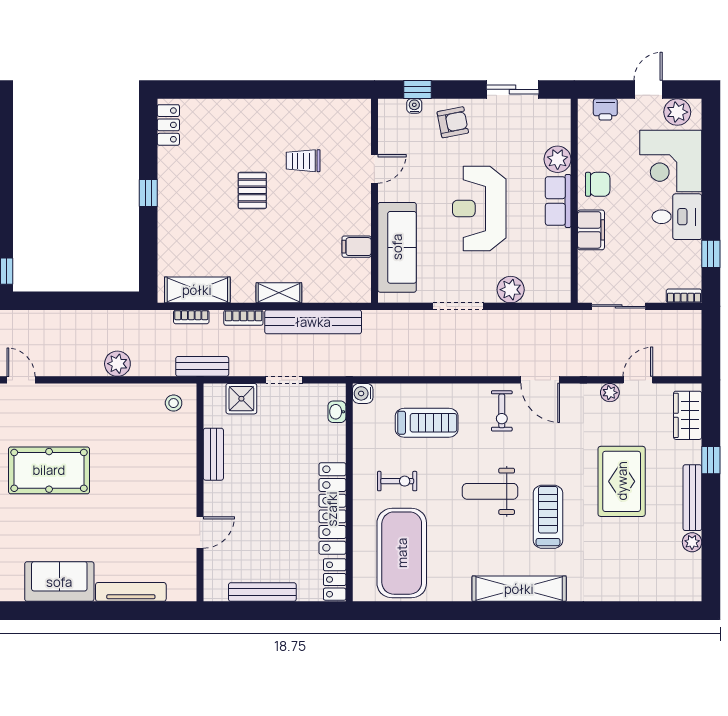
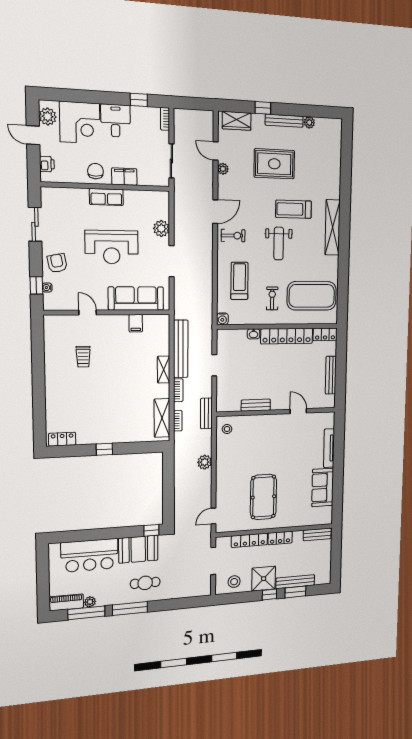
plant: (558, 159) -> (80, 196), removed
pallet: (252, 190) -> (102, 387), removed
shower: (241, 399) -> (225, 390), removed
washbasin: (337, 412) -> (254, 334), moved

